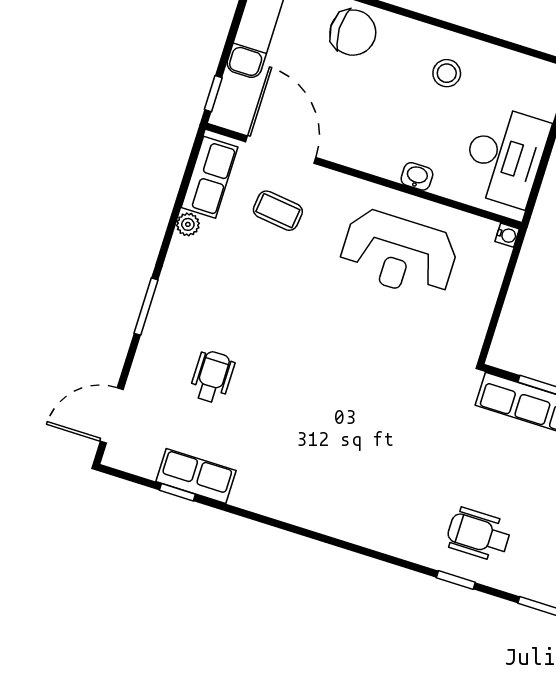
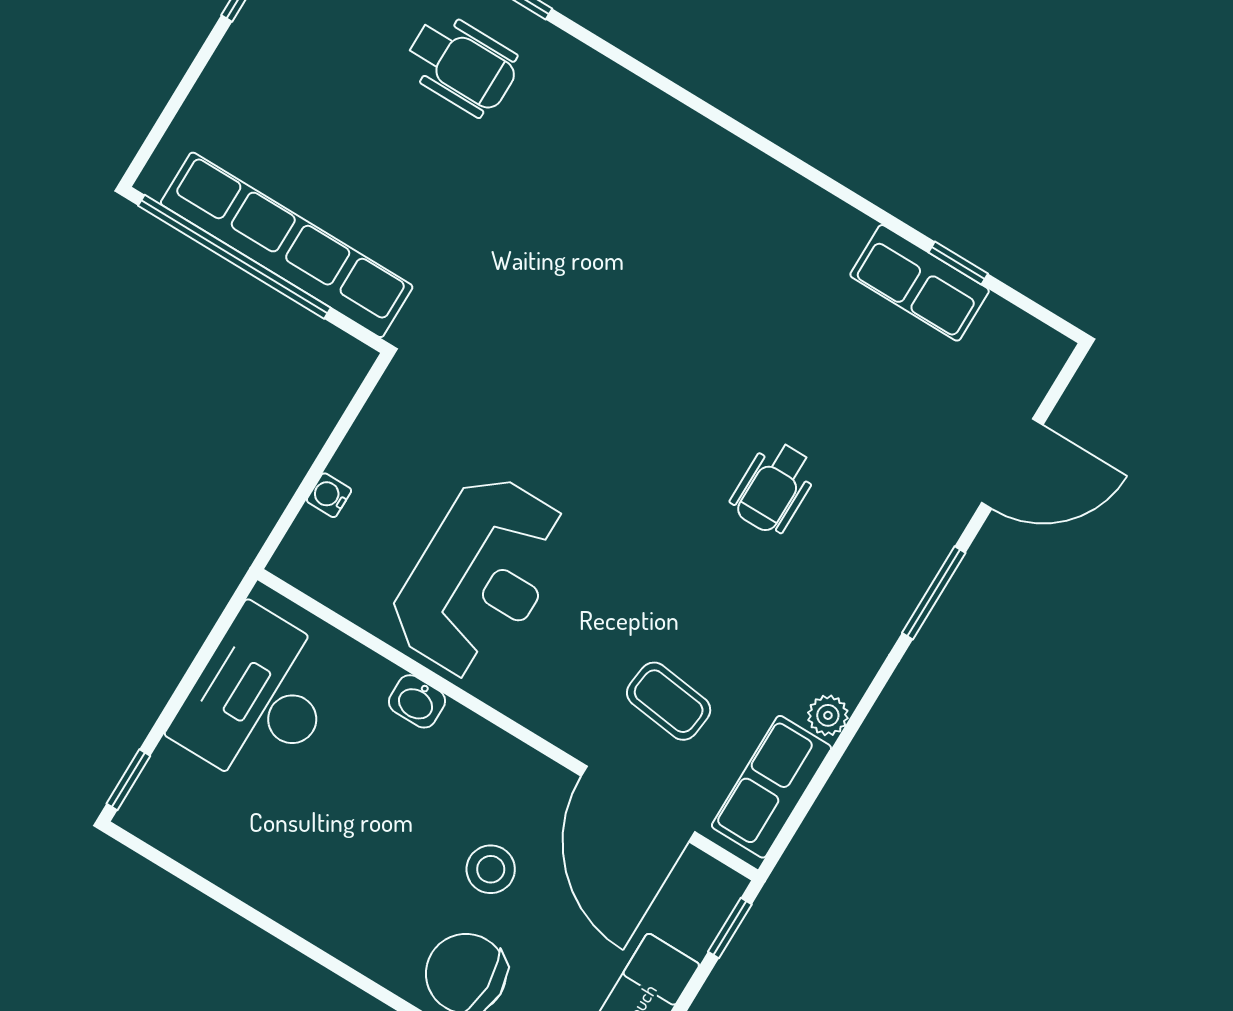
stool: (447, 73) -> (491, 869), moved
water cooler: (507, 235) -> (329, 495), moved
reception desk: (399, 254) -> (480, 577), turned 90
wheelchair: (212, 377) -> (774, 487), moved
door: (112, 415) -> (1012, 464), moved

